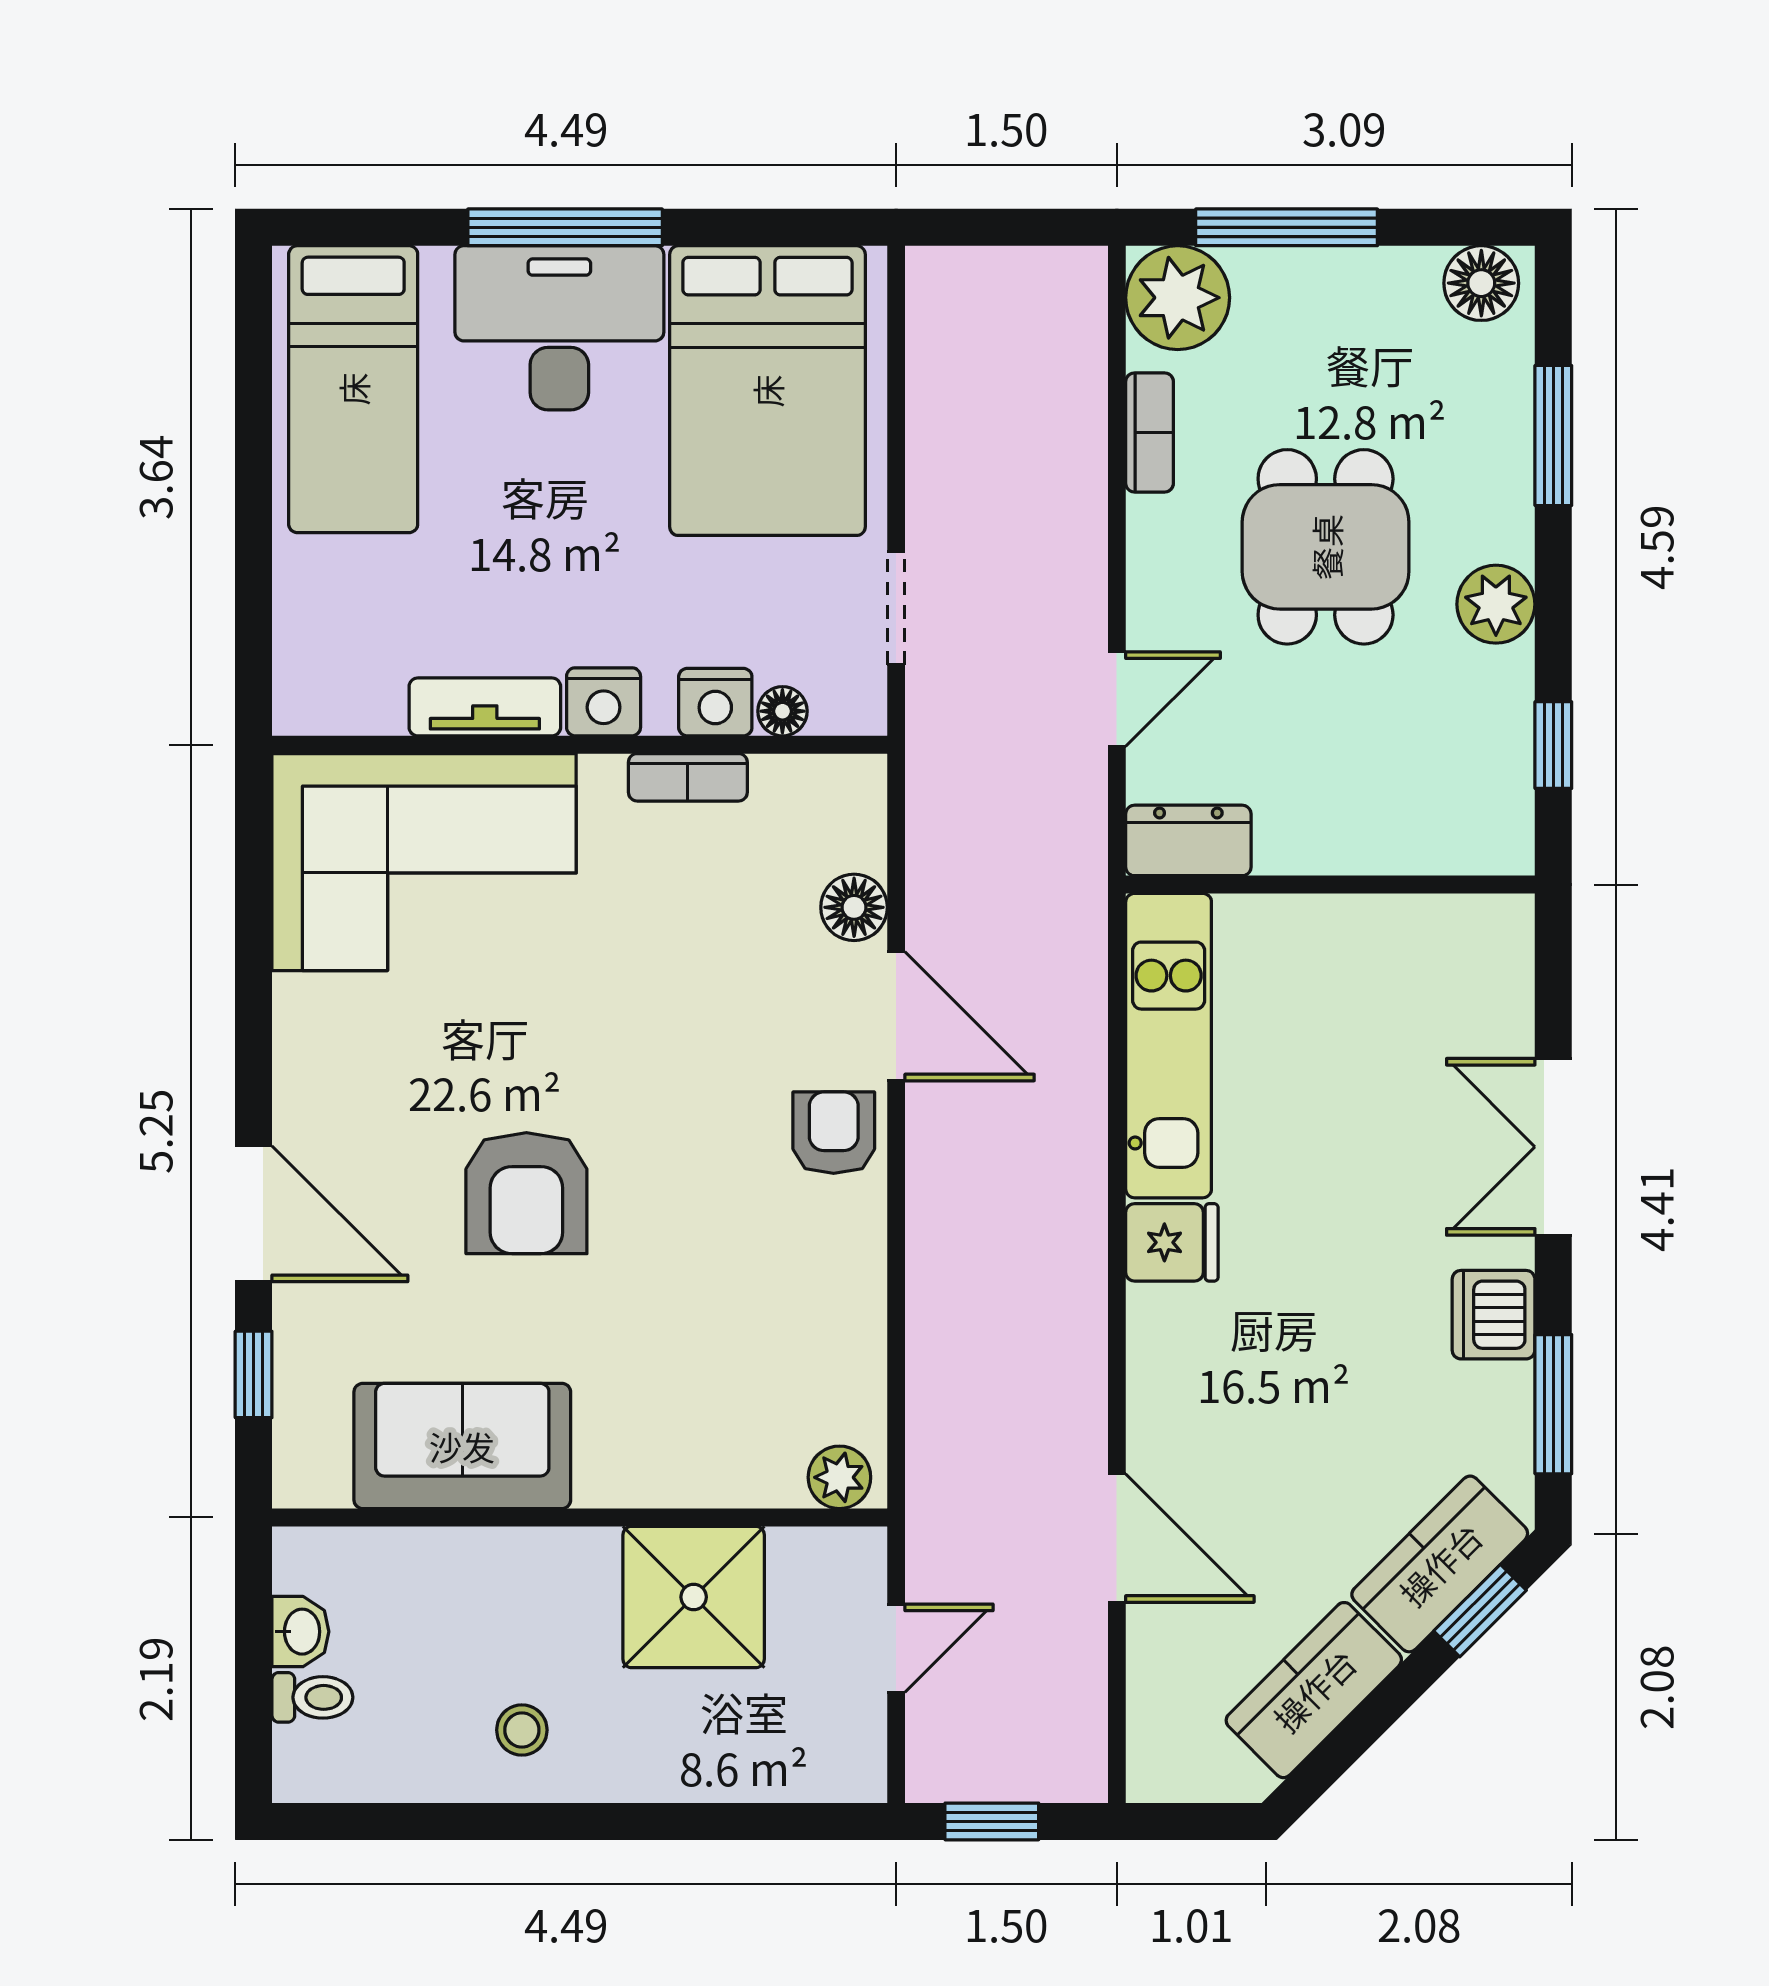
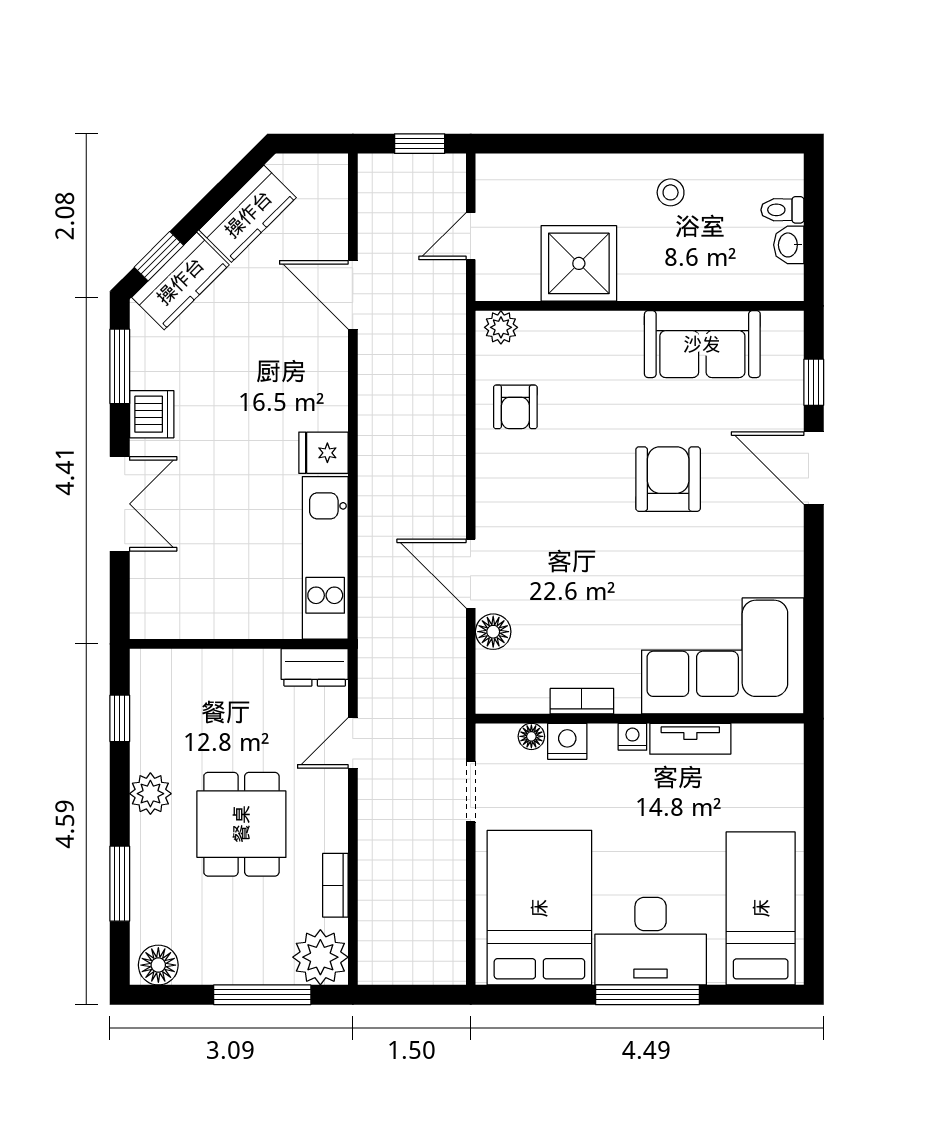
nightstand: (604, 702) -> (632, 737), width x0.72, depth x0.74
armchair: (834, 1133) -> (515, 407), moved

